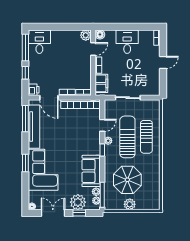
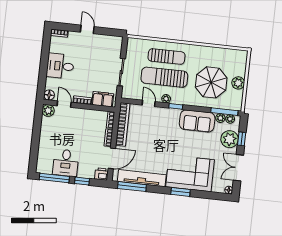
desk: (39, 42) -> (66, 163), moved, turned -90

